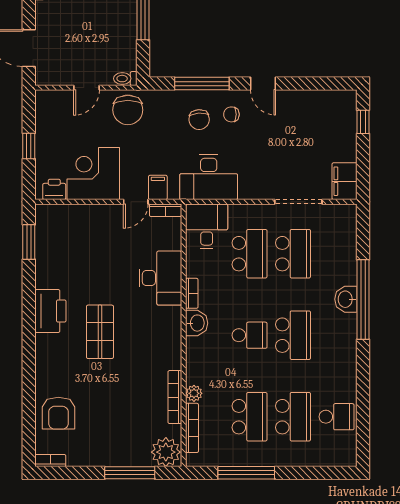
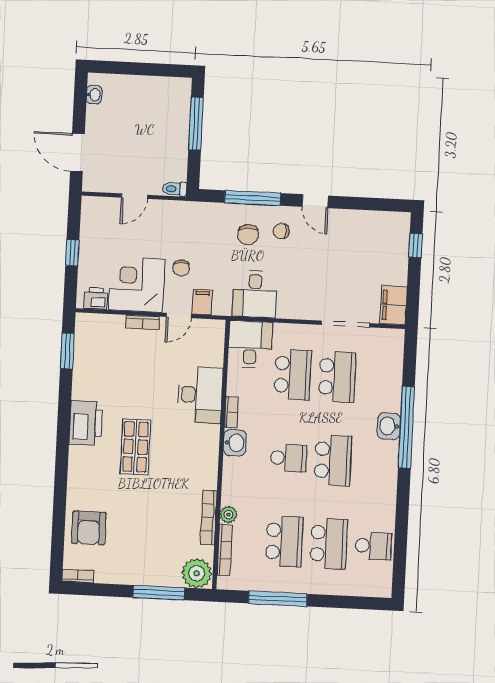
chair: (128, 110) -> (181, 268), moved, width x0.54, depth x0.54
desk: (209, 177) -> (255, 294), width x0.73
bookcase: (166, 210) -> (143, 322), moved

